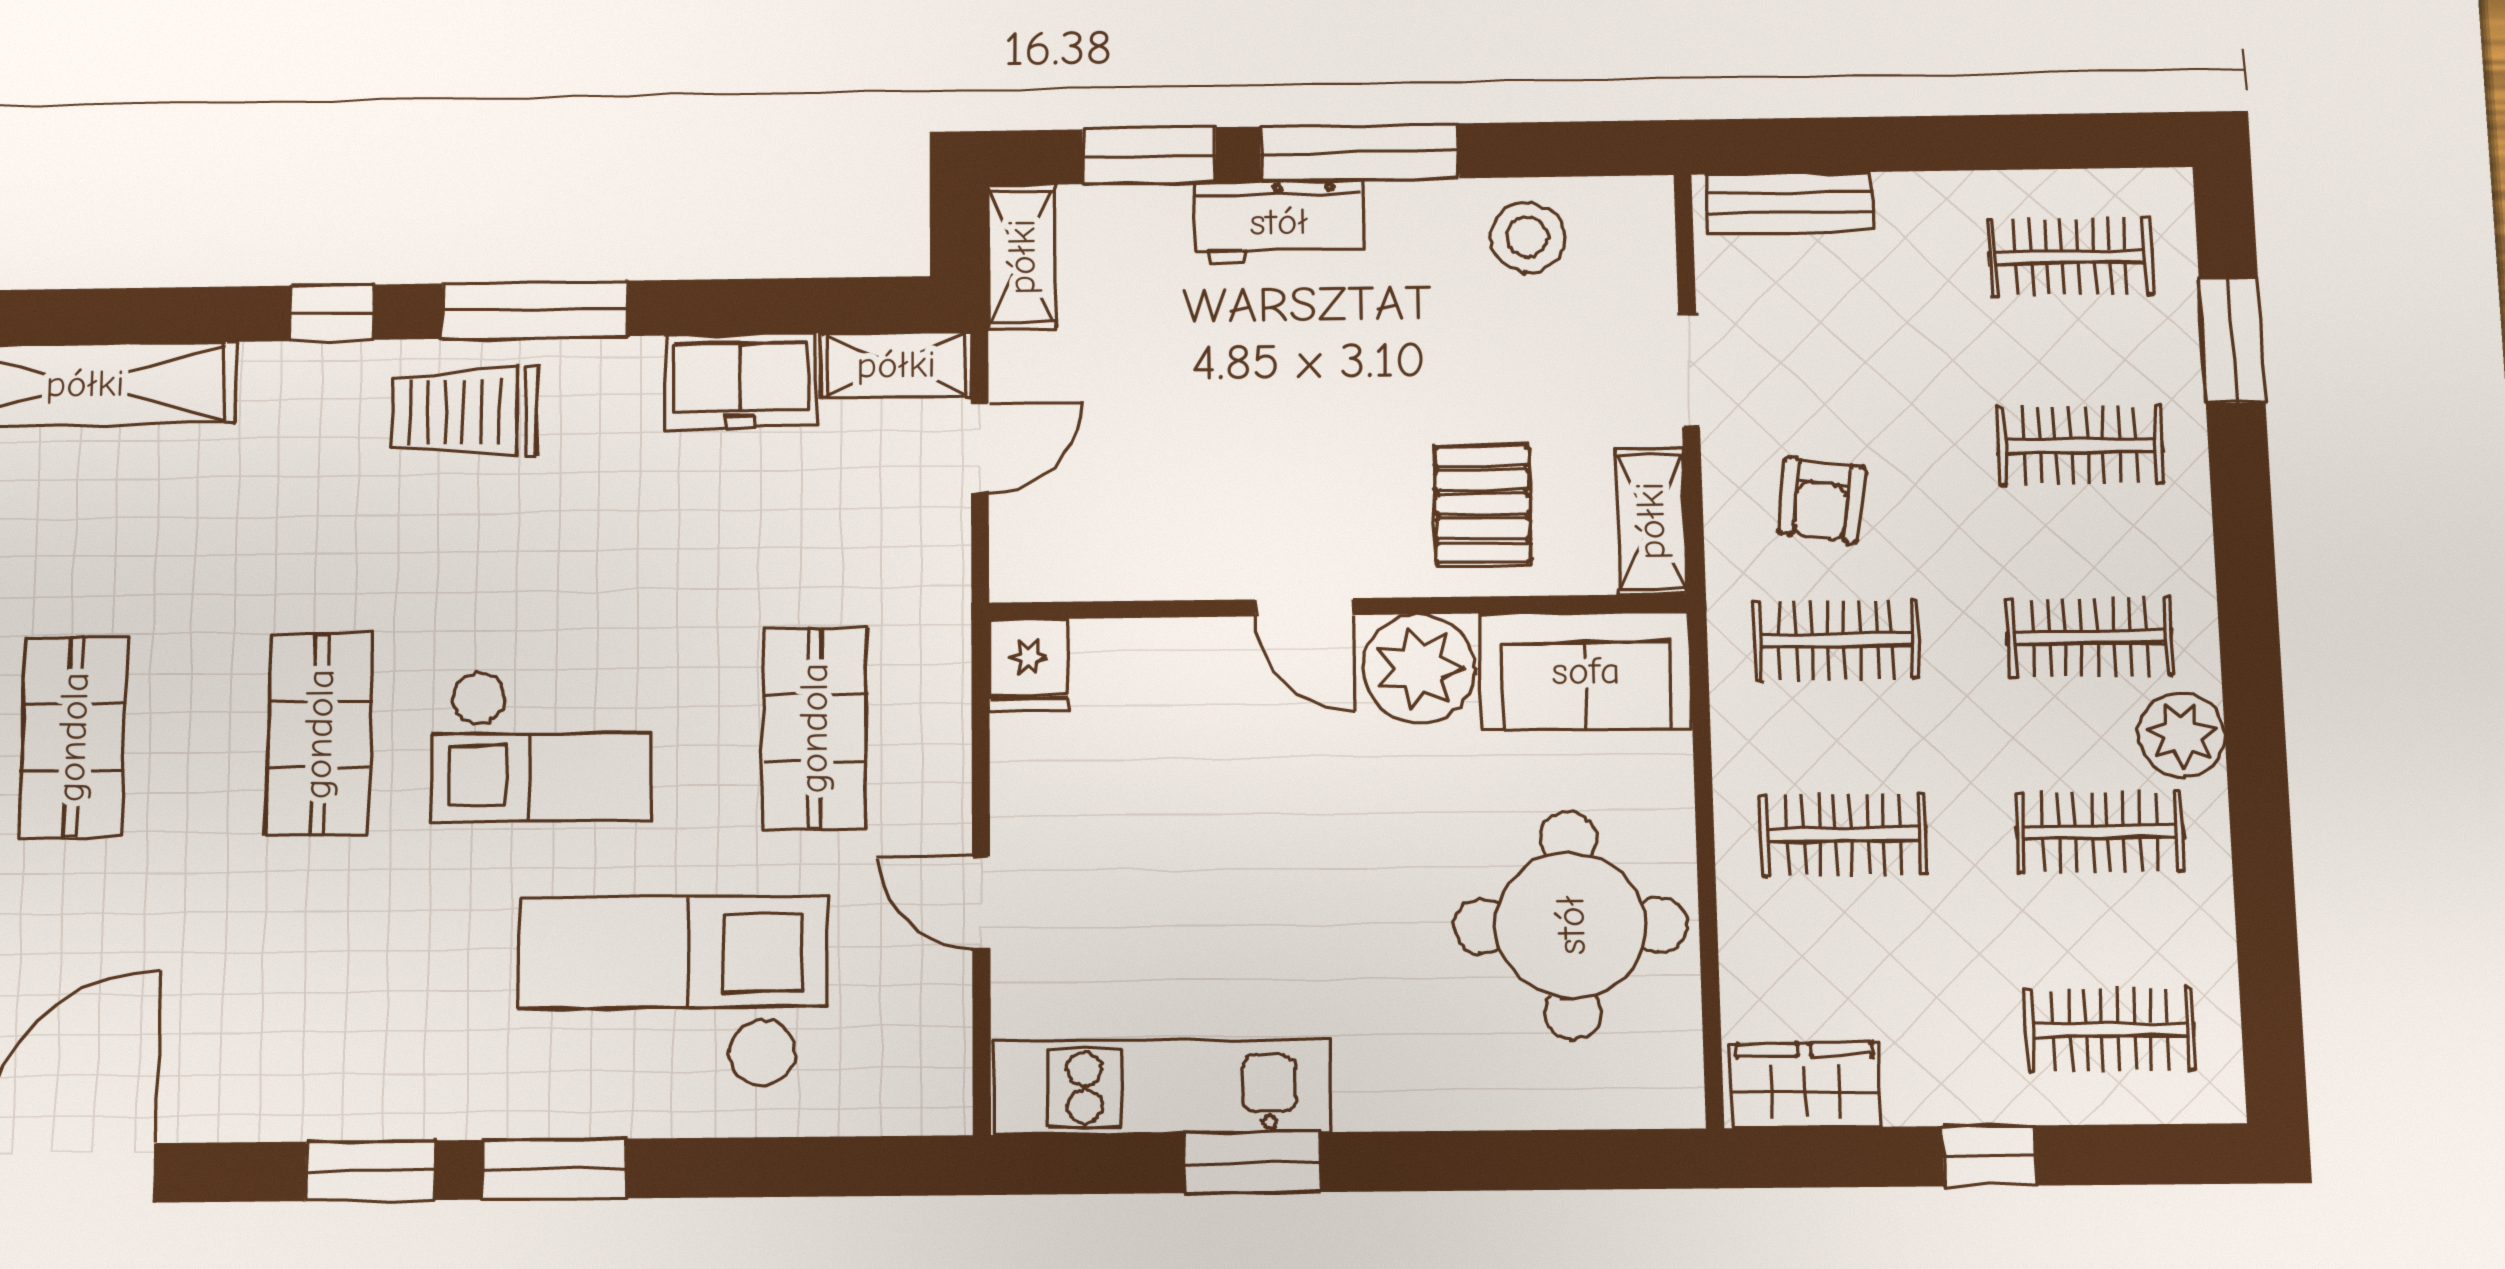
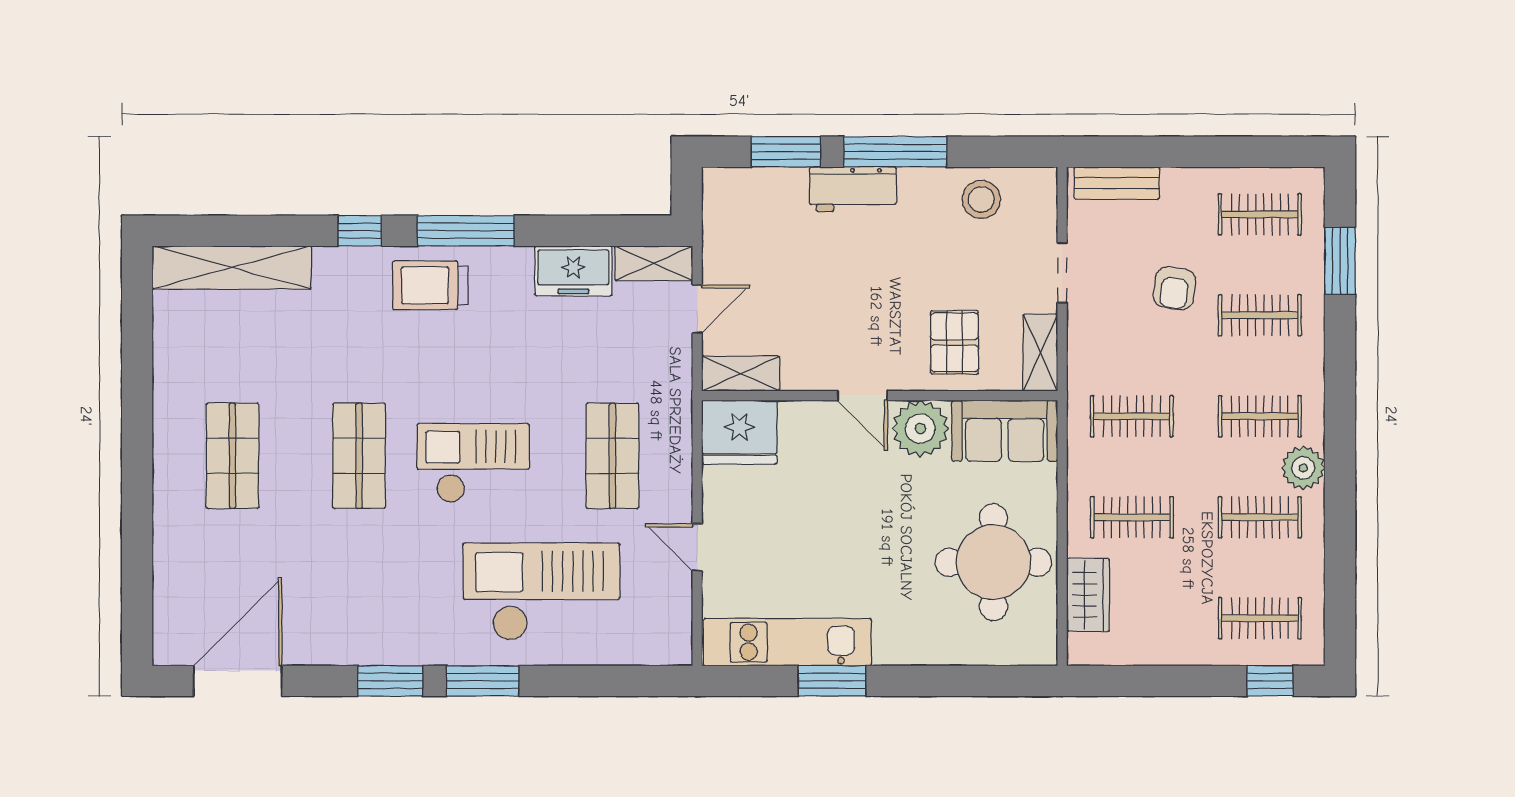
shelving: (1022, 257) -> (741, 374), moved, turned 90
armchair: (1822, 500) -> (1174, 288), moved
fridge: (1029, 665) -> (739, 432), width x1.88, depth x1.34
checkout: (542, 745) -> (473, 463), turned 180
wardrobe: (1805, 1085) -> (1088, 595), moved, turned 90
window: (1990, 1156) -> (1270, 681), moved

